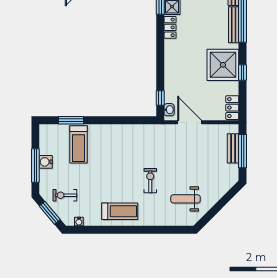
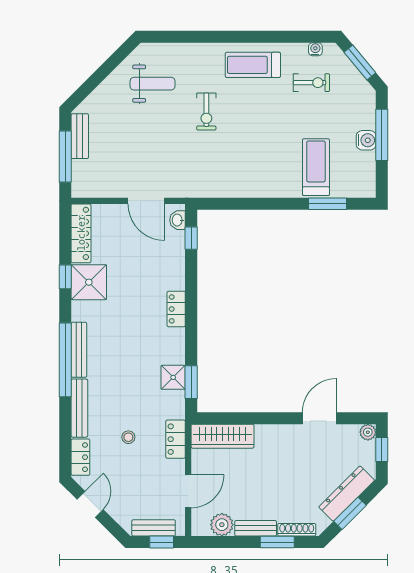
locker: (170, 27) -> (176, 309), moved
shower: (223, 65) -> (89, 282), width x0.73, depth x0.73
locker: (232, 108) -> (81, 233), width x1.53
bench: (233, 148) -> (80, 136), moved
exercise bike: (65, 195) -> (311, 83), moved

